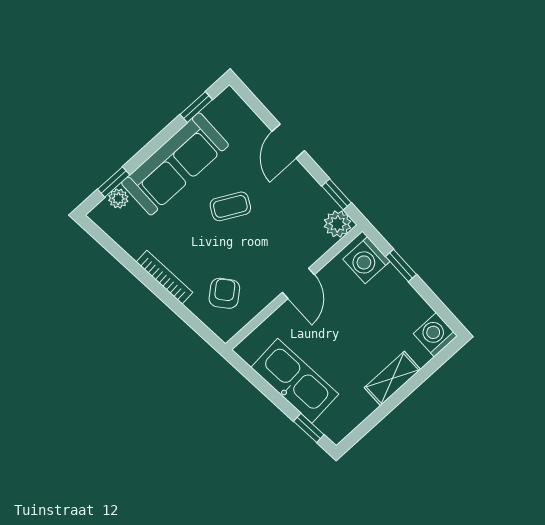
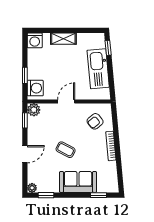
sofa: (175, 164) -> (78, 182), width x0.73
plant: (118, 198) -> (32, 188), moved

